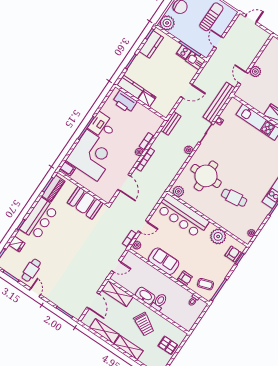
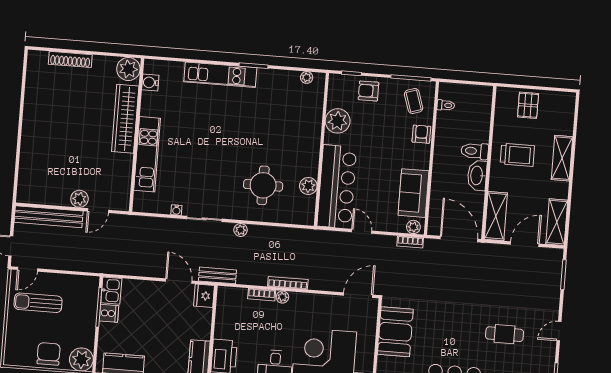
door: (219, 42) -> (28, 269), moved
door: (186, 91) -> (179, 281), moved
fridge: (147, 98) -> (204, 296), moved
bench: (219, 103) -> (49, 217), moved
round table: (206, 176) -> (263, 185), width x0.73, depth x0.73
door: (124, 183) -> (358, 295), moved
plant: (178, 191) -> (308, 186), moved
cafe table: (234, 198) -> (271, 129), removed
door: (143, 226) -> (362, 231), moved
armchair: (233, 254) -> (368, 91), moved
sofa: (164, 261) -> (413, 193), moved
door: (116, 266) -> (459, 239), width x1.88
cafe table: (31, 270) -> (504, 334), moved
trolley: (144, 324) -> (517, 155), turned 62
shelving: (104, 331) -> (557, 222), moved

